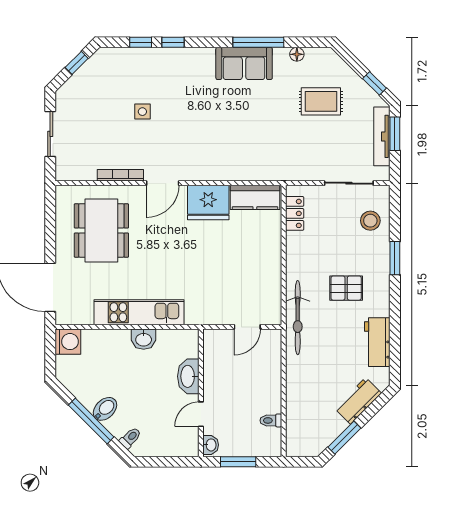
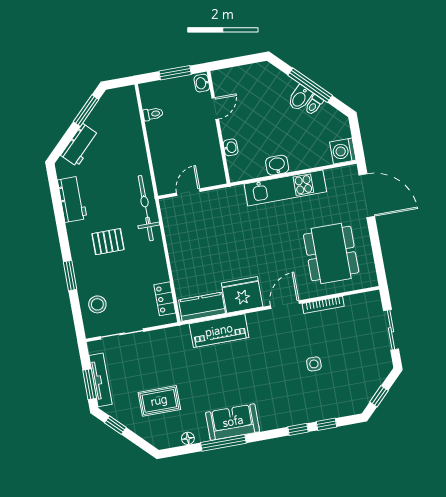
piano: (241, 167) -> (219, 331), added
washbasin: (188, 376) -> (231, 147), width x0.52, depth x0.69
toilet: (130, 438) -> (314, 105), moved

